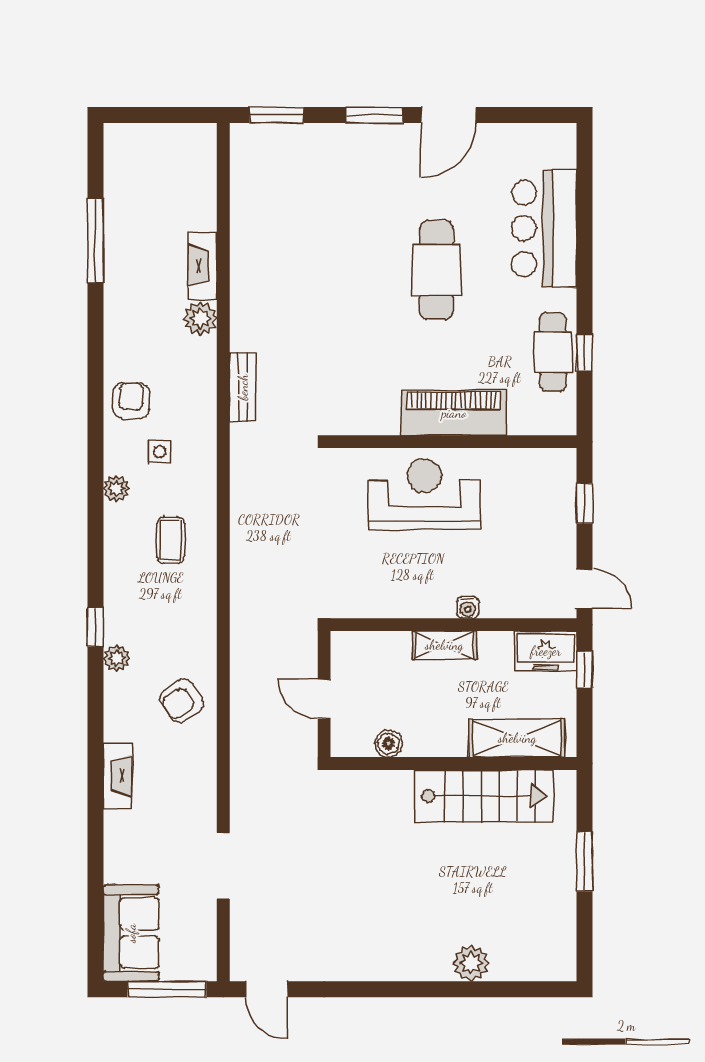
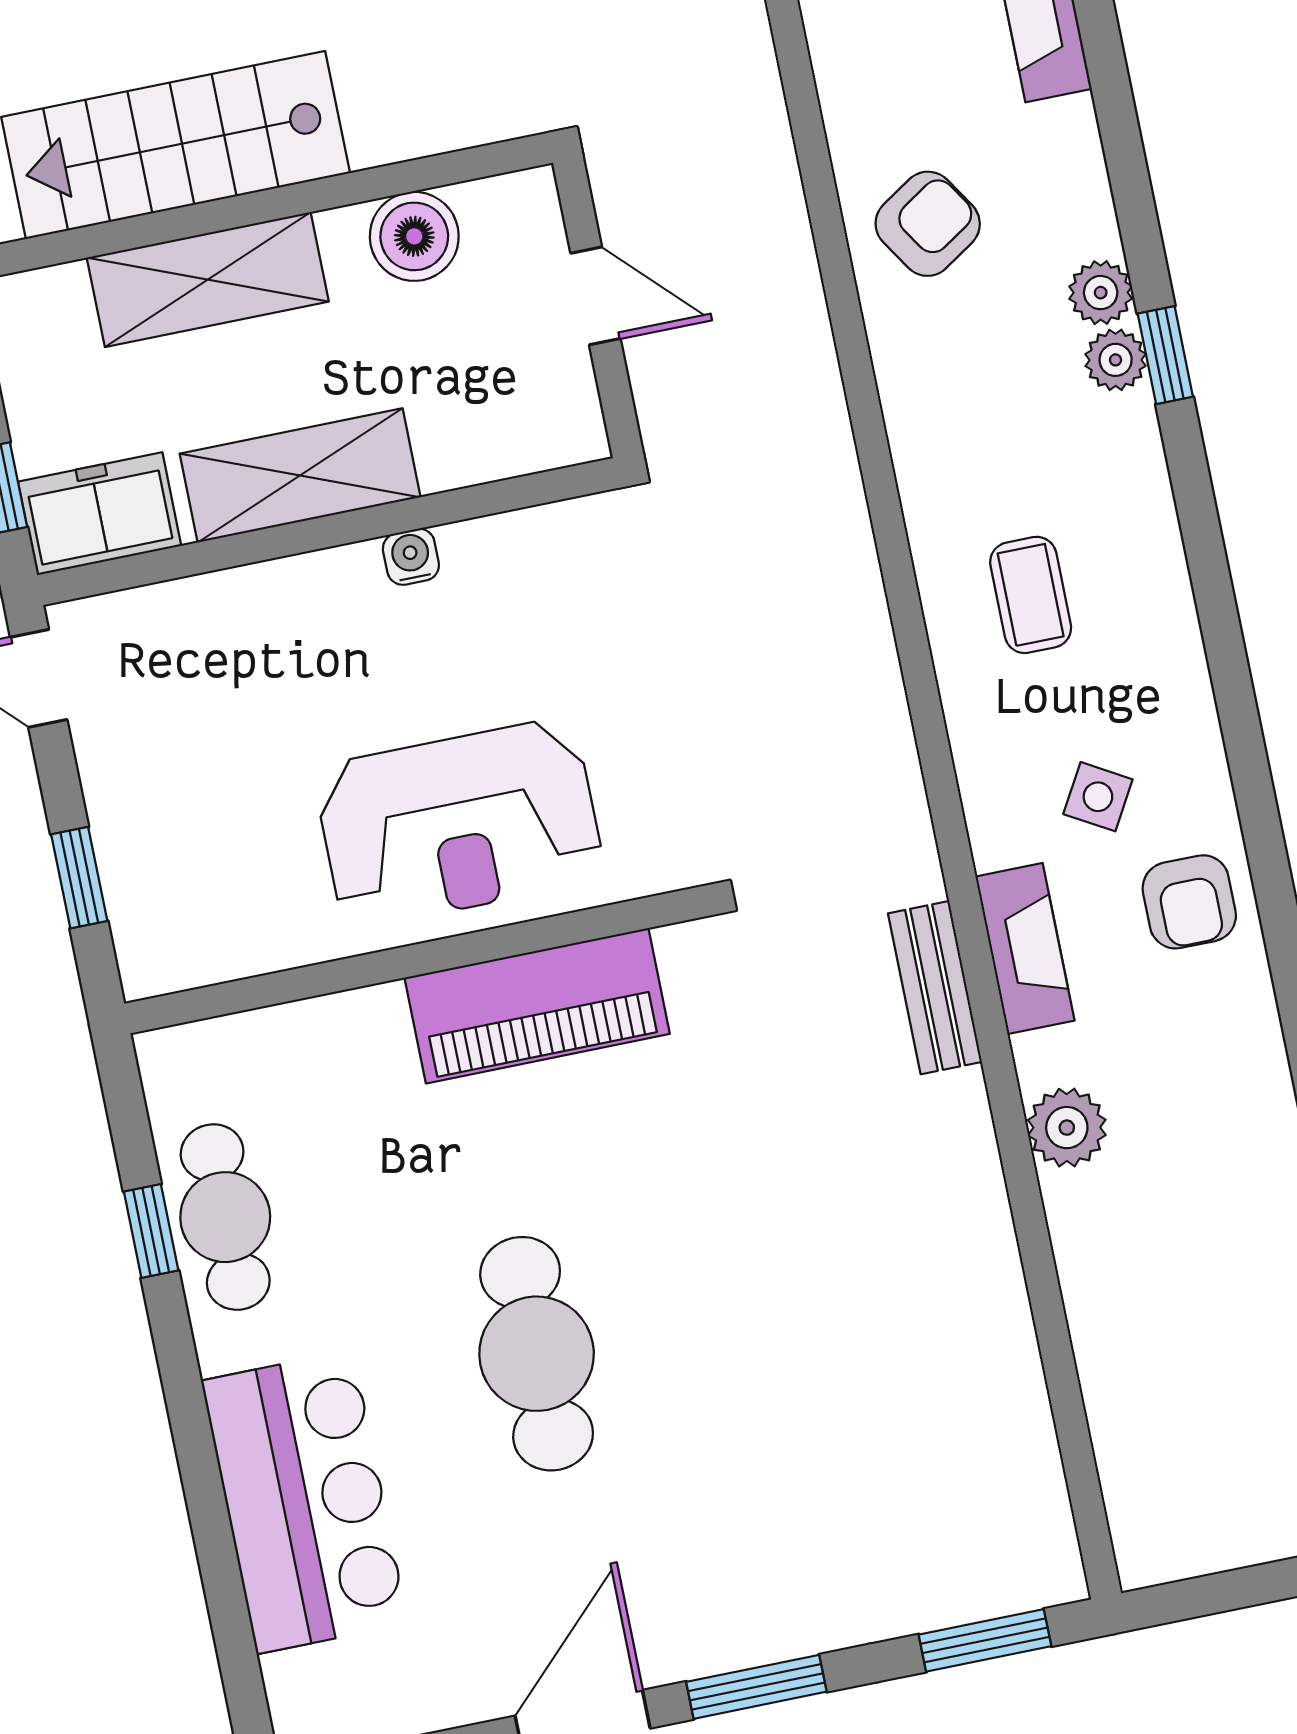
fireplace: (203, 266) -> (1025, 949), moved
piano: (454, 413) -> (537, 1006), moved
side table: (160, 452) -> (1098, 797), turned 30
plant: (116, 489) -> (1116, 360), moved
water cooler: (468, 607) -> (411, 557), moved
shelving: (444, 645) -> (300, 475), width x1.50, depth x1.33
shelving: (517, 738) -> (208, 280), moved
boiler: (389, 744) -> (414, 236), width x1.36, depth x1.36

